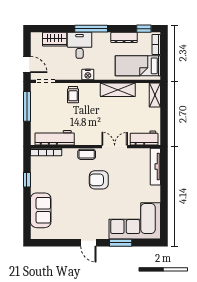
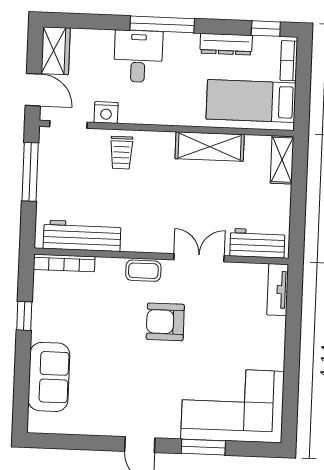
wardrobe: (55, 39) -> (56, 51), moved, turned -90
nightstand: (88, 75) -> (106, 112), moved
tv unit: (155, 167) -> (278, 290), width x0.71

